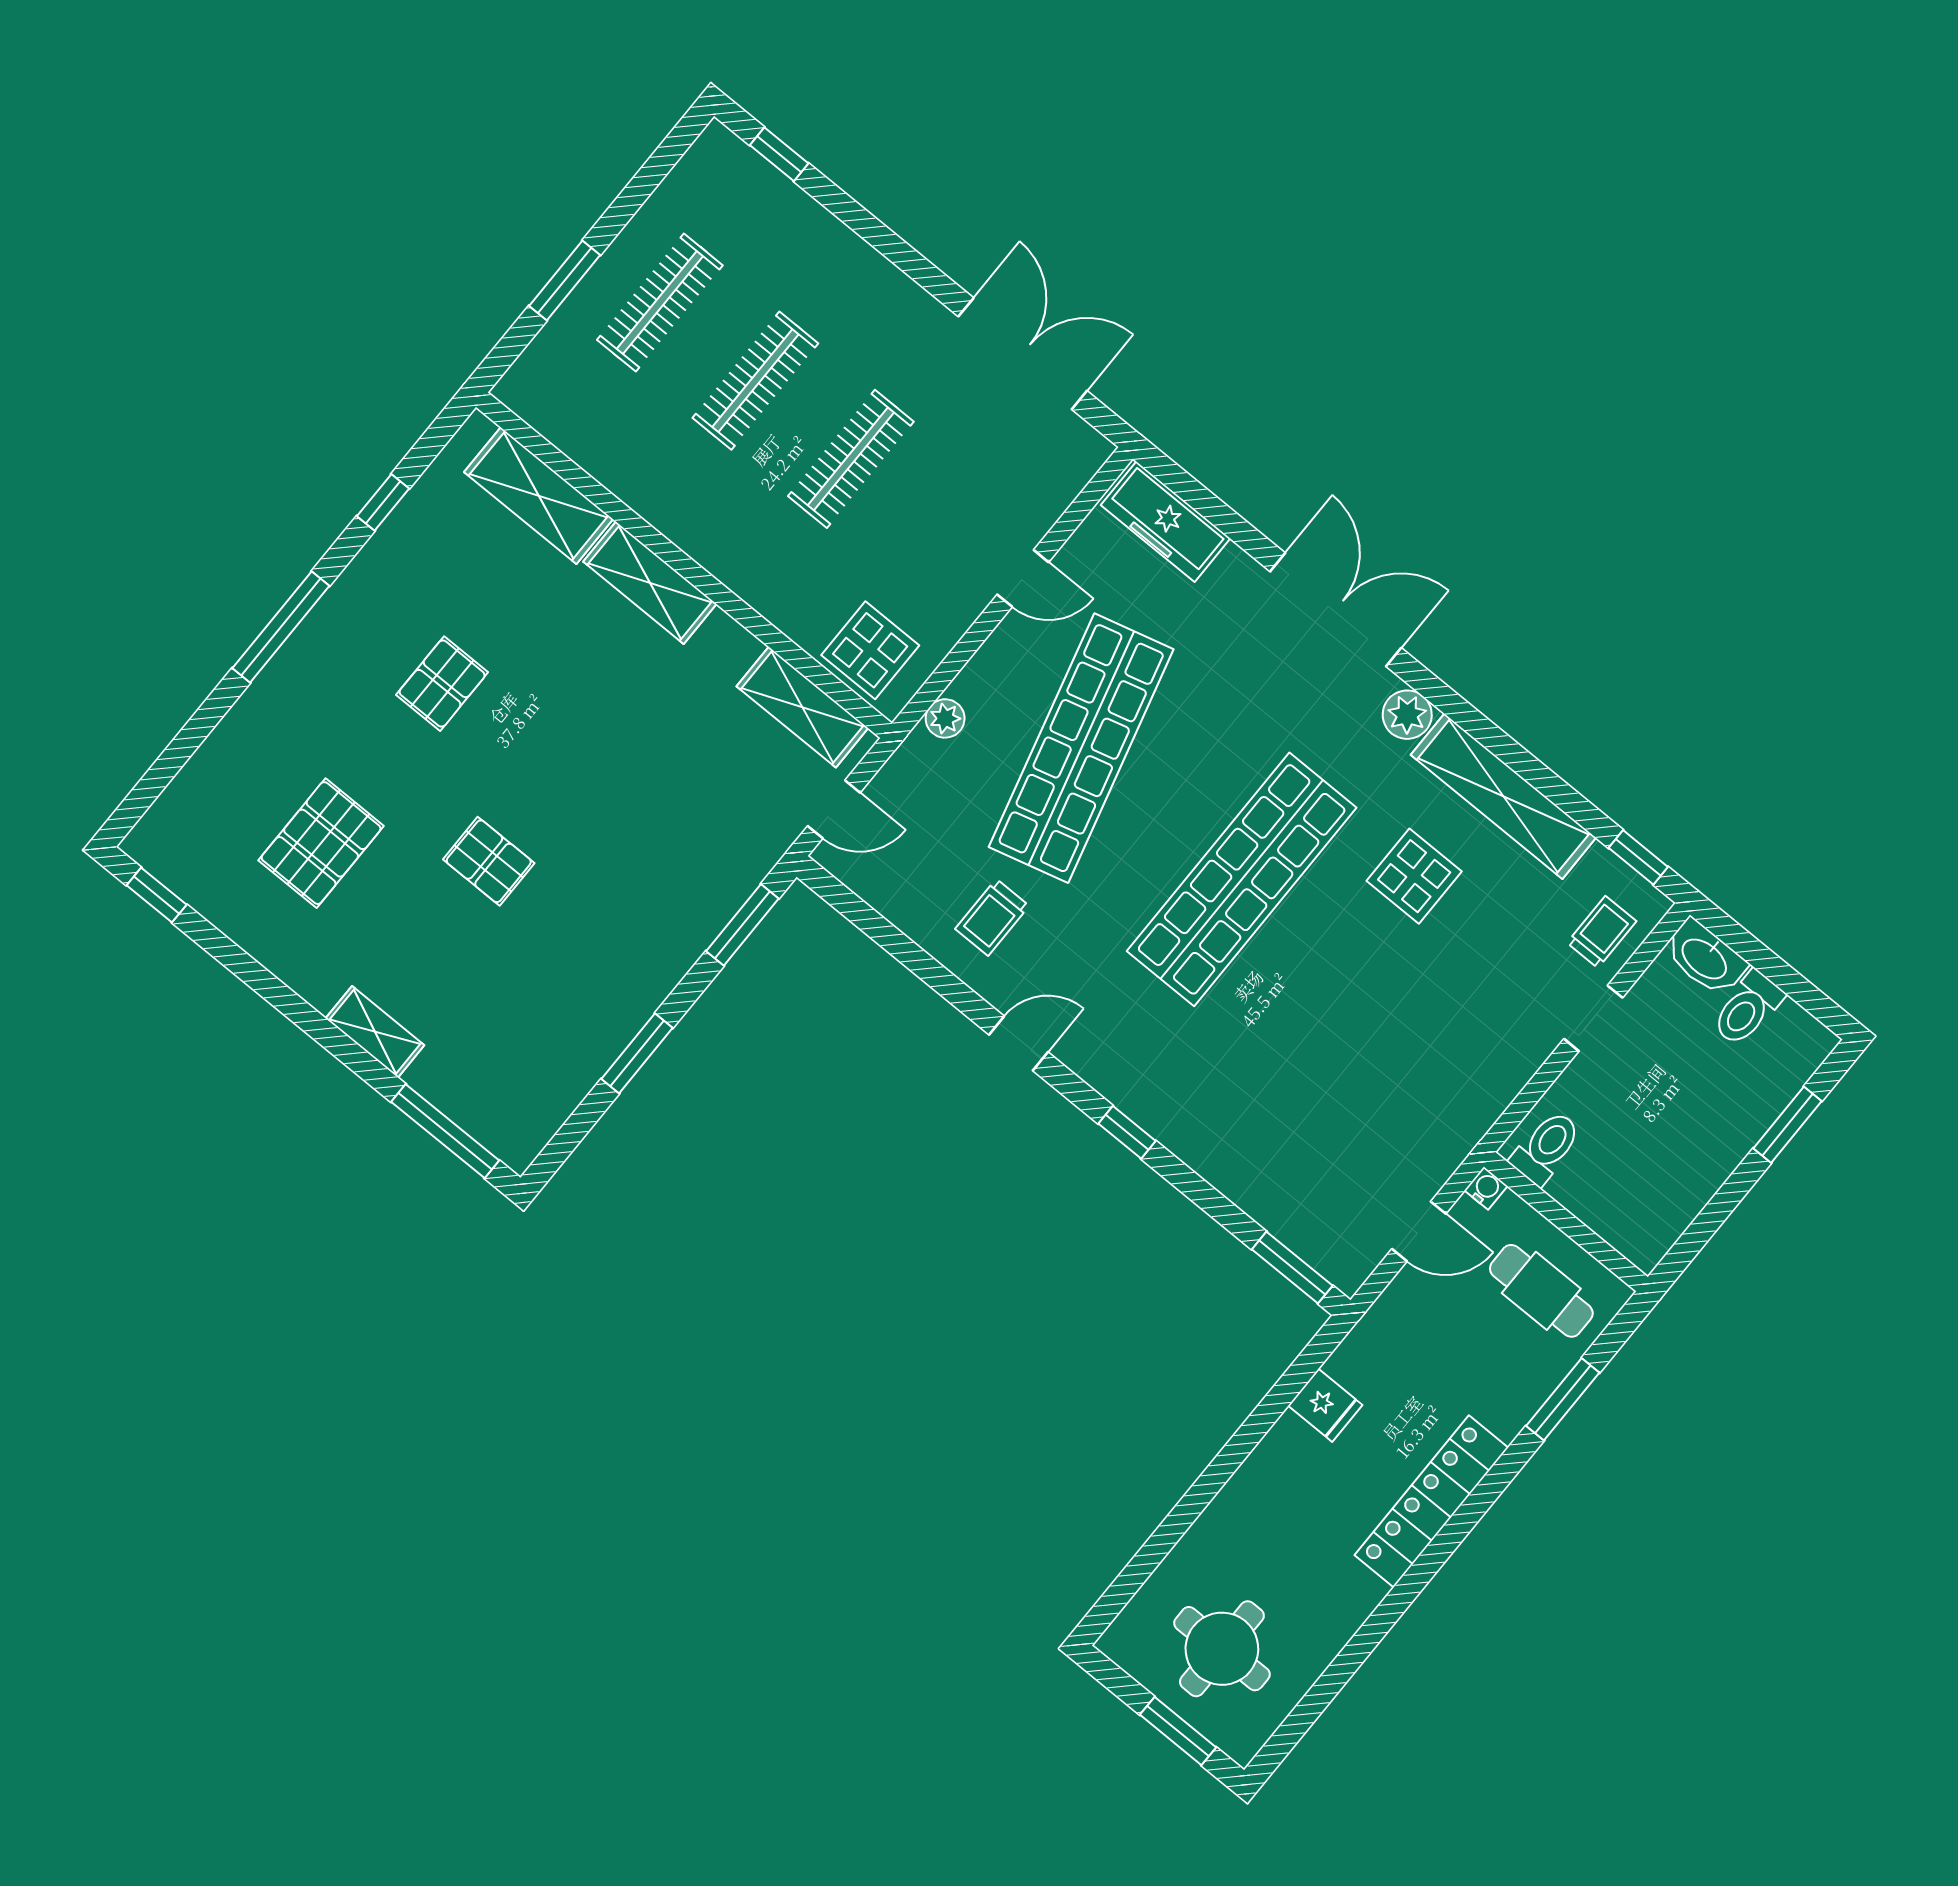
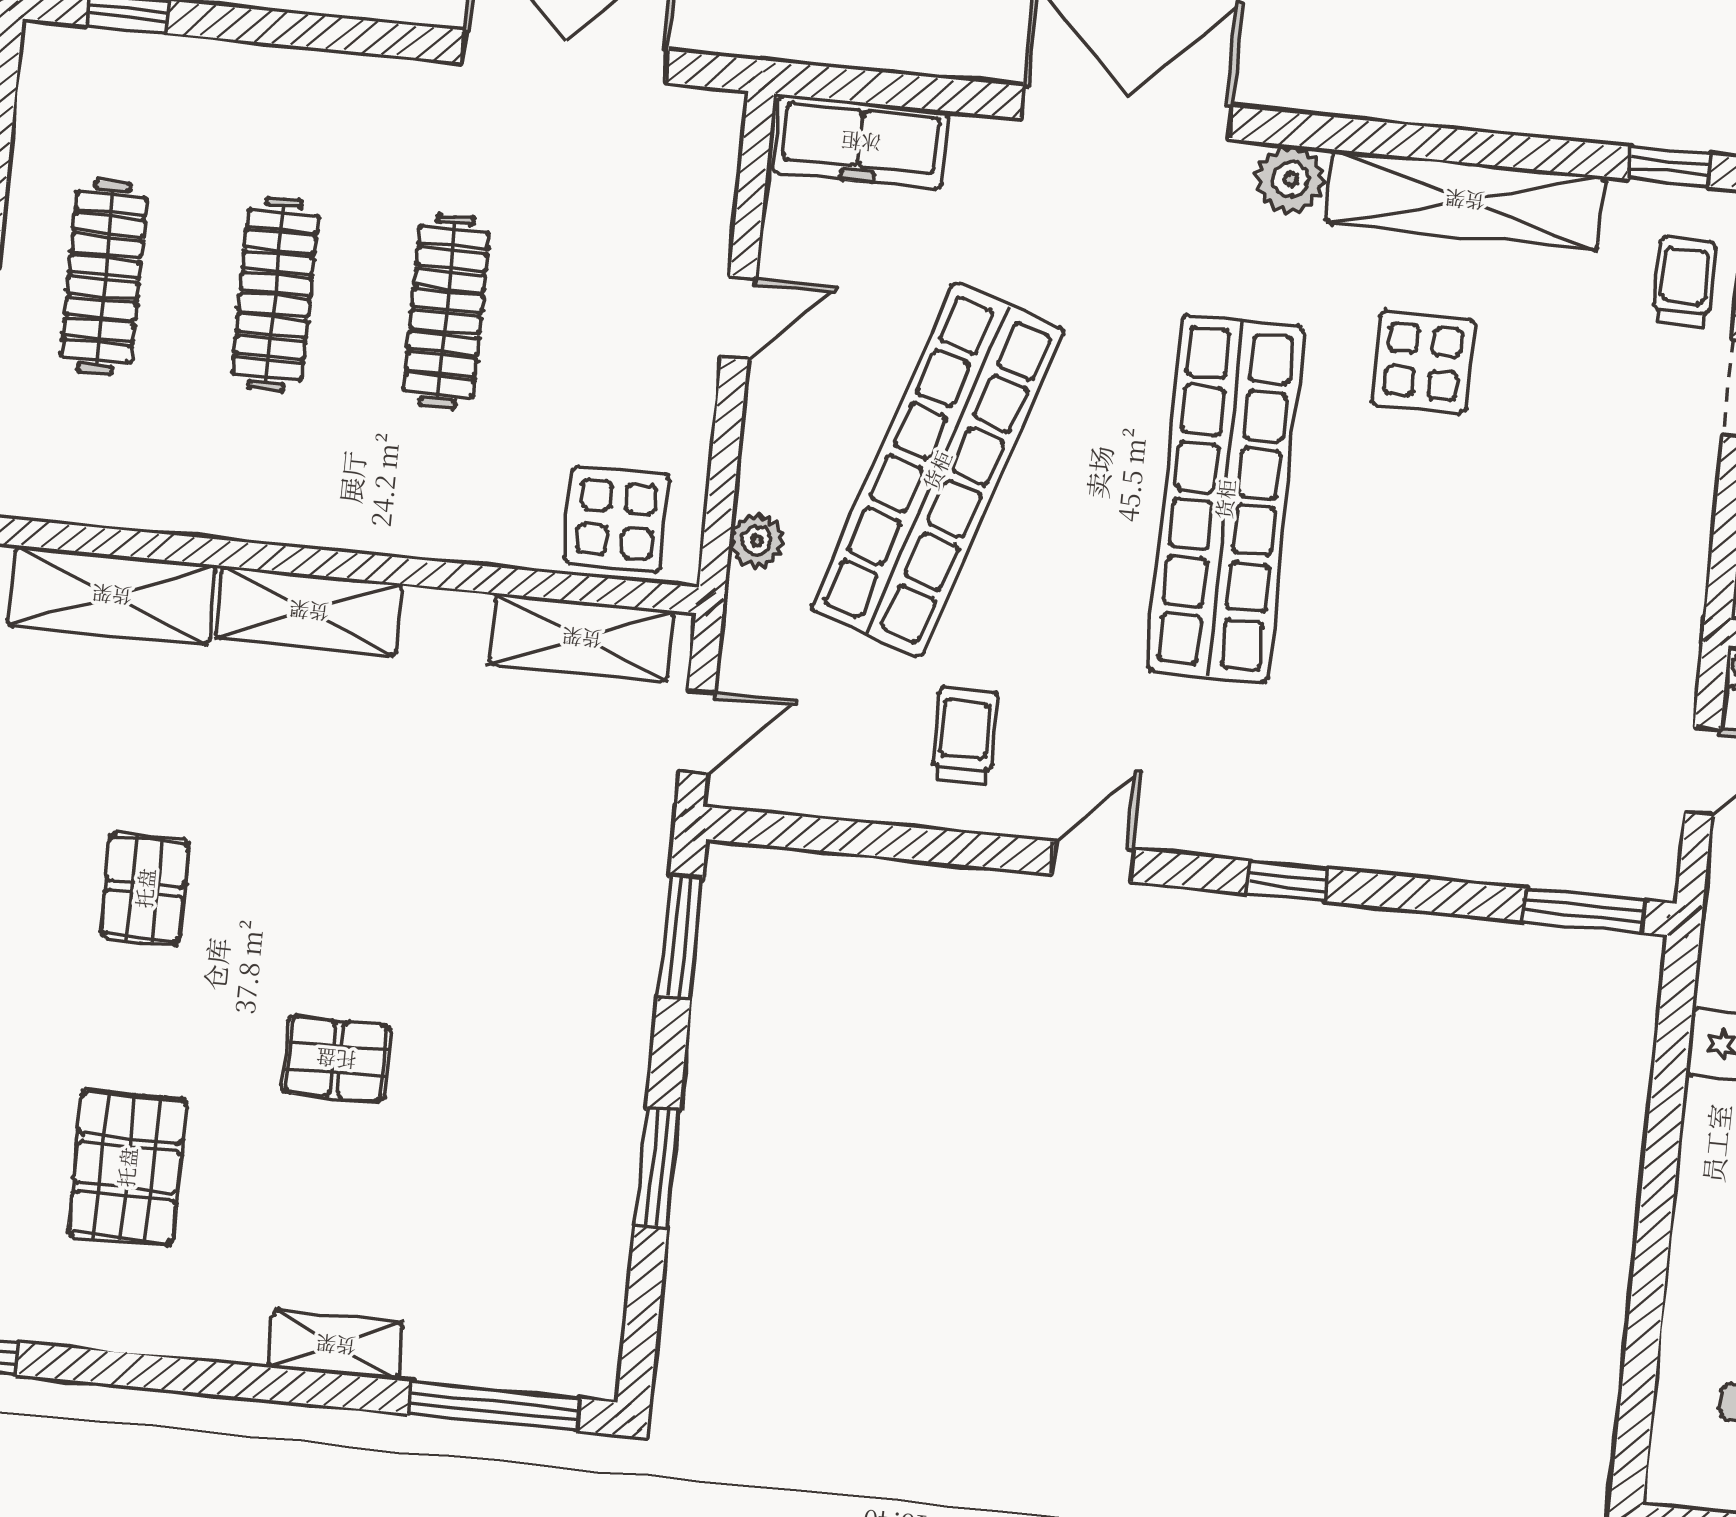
shop shelf: (1081, 748) -> (937, 470), turned 33
trolley: (992, 917) -> (965, 735), turned 180

